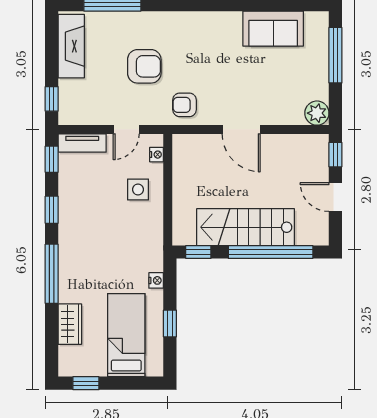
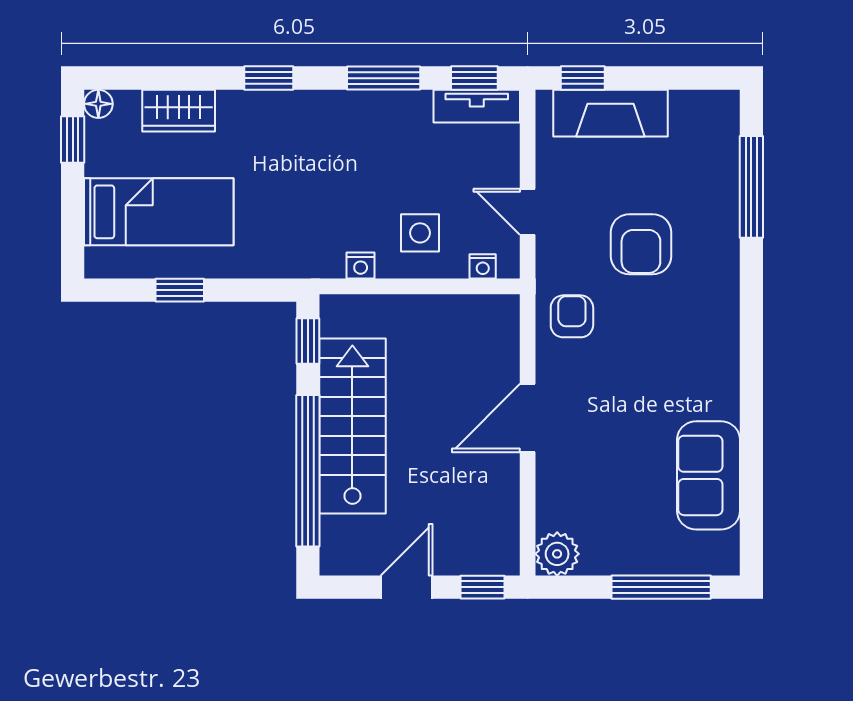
fireplace: (71, 46) -> (610, 113), moved
tv unit: (82, 143) -> (477, 106), moved, turned -90
window: (52, 210) -> (384, 78), width x1.50
window: (52, 274) -> (269, 78), width x0.46
nightstand: (156, 280) -> (361, 265), moved
floor lamp: (66, 369) -> (98, 104), added

